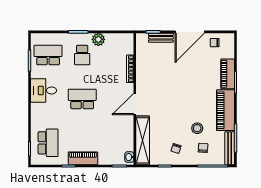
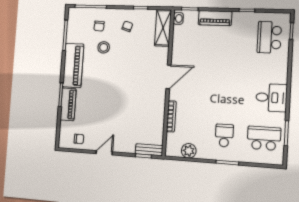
door: (190, 32) -> (104, 153), width x0.53
bench: (161, 38) -> (149, 150), moved
plant: (98, 39) -> (189, 151), moved
school desk: (48, 55) -> (264, 138), turned 180
school desk: (82, 99) -> (227, 85), removed
shelving: (143, 140) -> (163, 28), width x0.68
bench: (230, 148) -> (72, 25), removed
piano: (83, 158) -> (215, 18), moved

